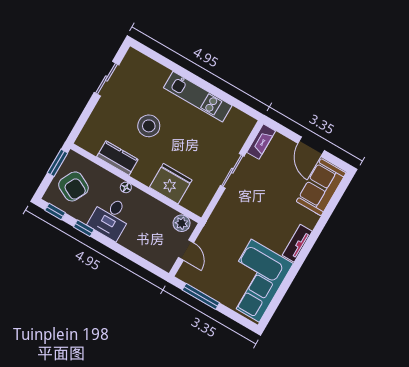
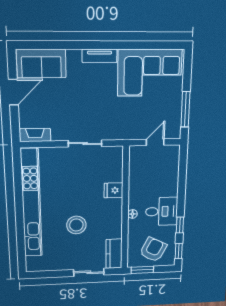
sliding door: (107, 79) -> (89, 272), moved
kitchen unit: (198, 97) -> (31, 204), width x1.86
kitchen counter: (117, 158) -> (114, 254), moved
sliding door: (232, 171) -> (85, 144), moved
fridge: (171, 184) -> (113, 190), width x0.53, depth x0.75
plant: (182, 223) -> (136, 158), removed

